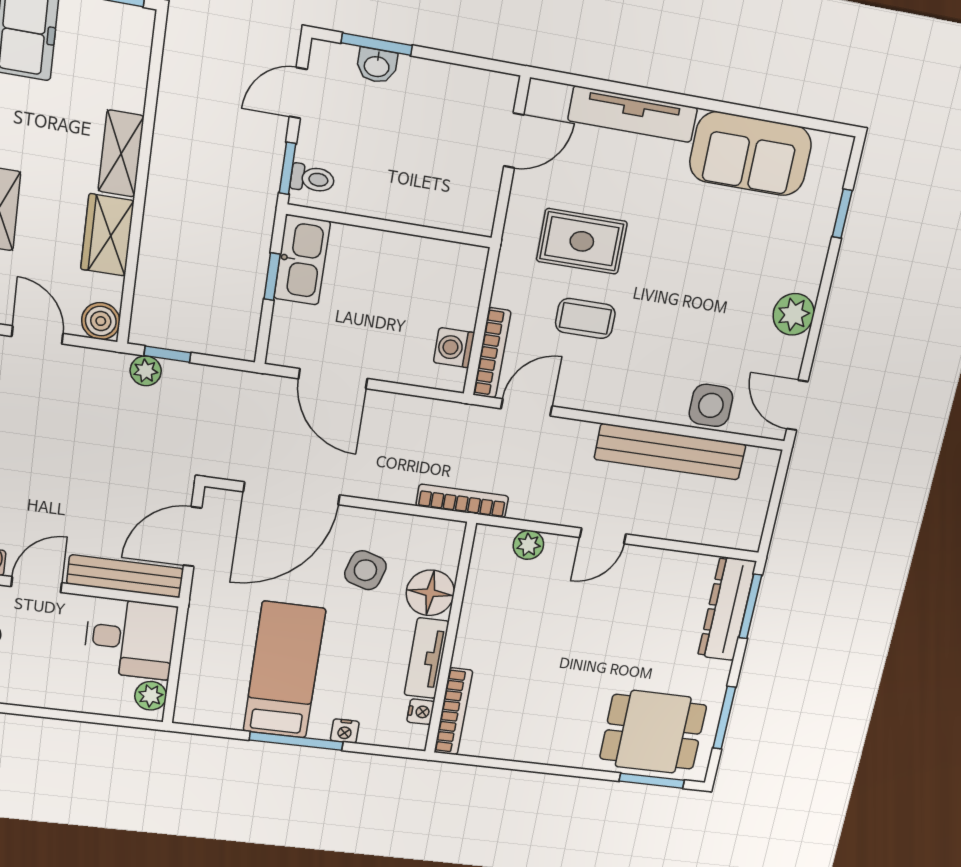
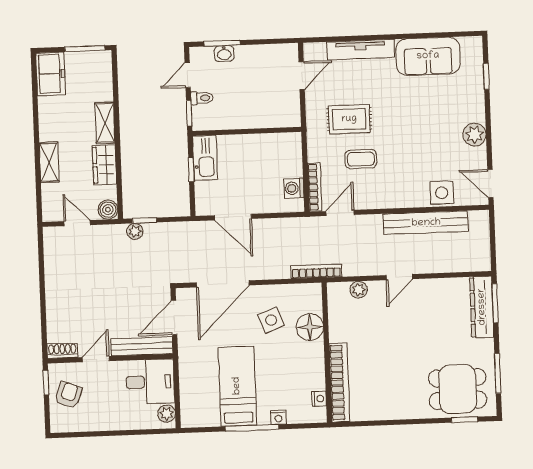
toilet: (312, 179) -> (202, 98), moved
side table: (365, 570) -> (271, 320), turned -37
tv unit: (427, 658) -> (316, 366), removed
bookcase: (453, 711) -> (339, 383), width x1.48, depth x1.31
window: (652, 781) -> (464, 420), width x0.67

